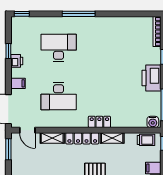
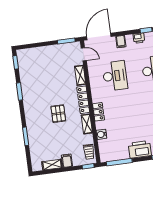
desk: (59, 96) -> (115, 76), turned 180
water cooler: (153, 122) -> (101, 134), moved
door: (27, 130) -> (84, 54), swing flipped

